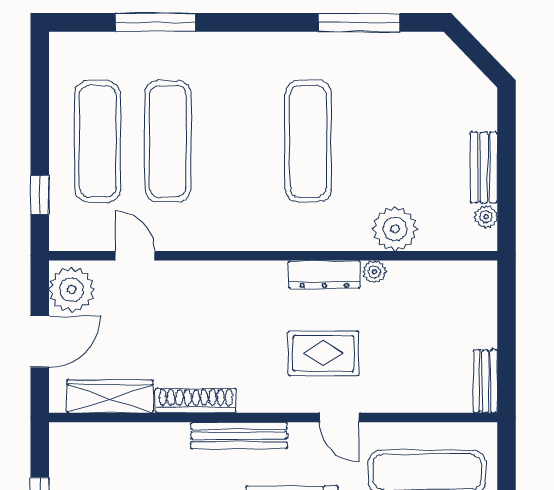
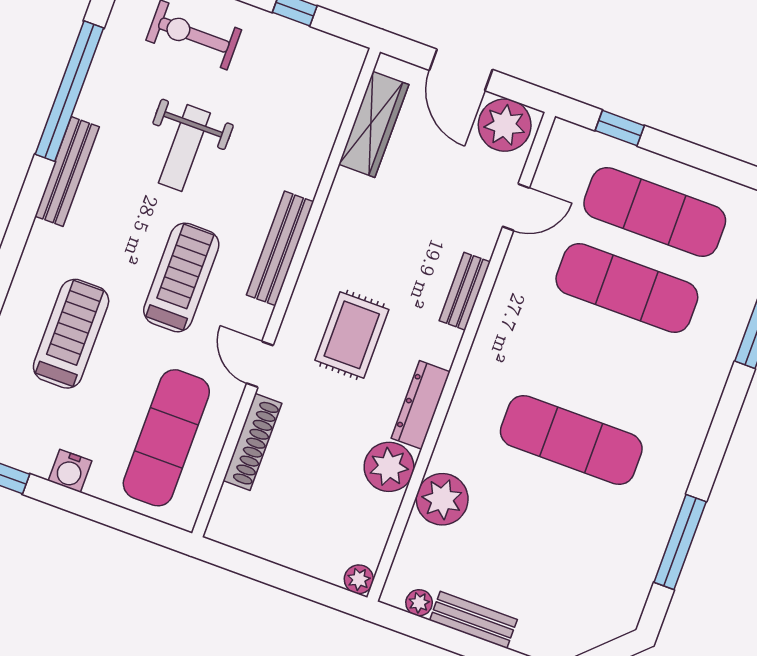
plant: (374, 272) -> (389, 467), width x1.88, depth x1.88
plant: (485, 273) -> (359, 579), added
rug: (324, 353) -> (352, 335), moved
bench: (485, 381) -> (465, 291), moved, turned 90
shoe rack: (196, 400) -> (252, 442), moved
door: (339, 418) -> (260, 364), hinge flipped

